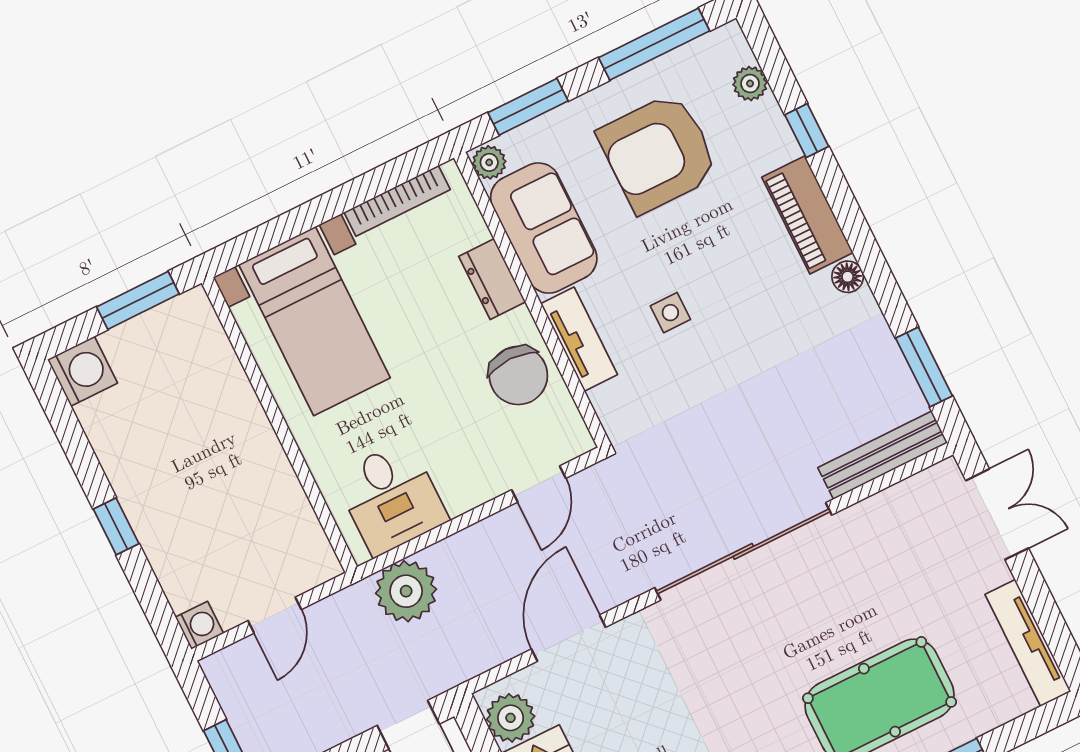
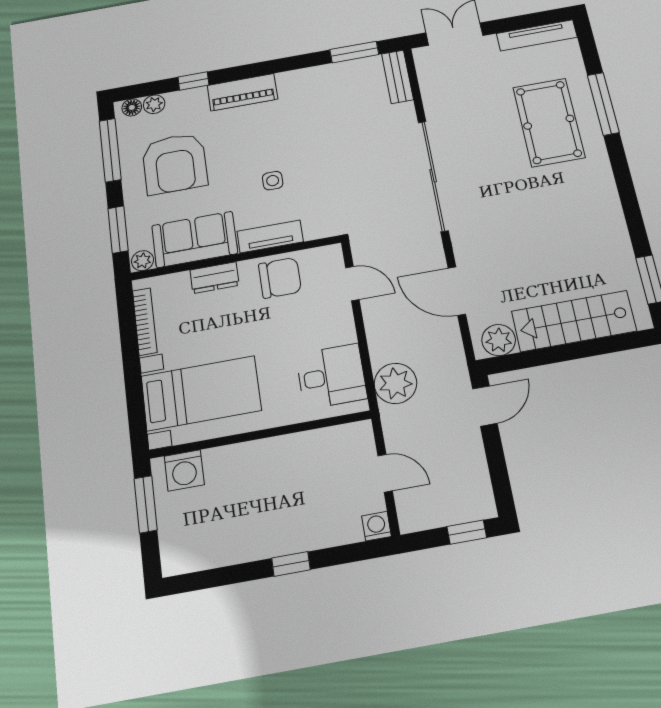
floor lamp: (848, 277) -> (132, 107), moved
washing machine: (82, 371) -> (184, 470), moved, turned 180
bench: (883, 455) -> (397, 77), width x0.73

